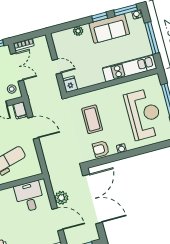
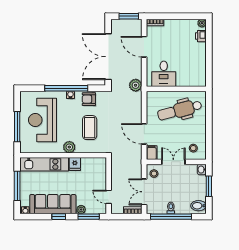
window: (126, 10) -> (89, 217), moved
sofa: (109, 29) -> (53, 204), width x1.36
door: (57, 67) -> (109, 197), moved
fridge: (70, 84) -> (75, 164), moved
plant: (108, 93) -> (69, 147), added
armchair: (101, 149) -> (89, 99), turned 180
window: (128, 154) -> (66, 88), added
plant: (61, 198) -> (136, 85), moved

